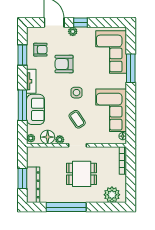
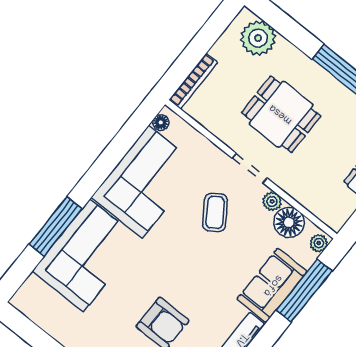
corner sofa: (111, 52) -> (87, 256), moved
side table: (76, 93) -> (180, 258), removed
window: (22, 105) -> (304, 290), moved

